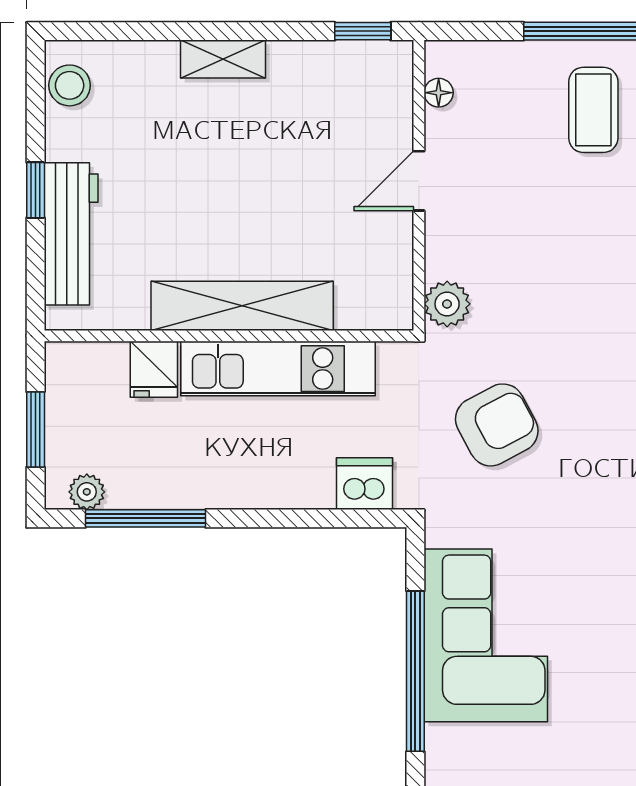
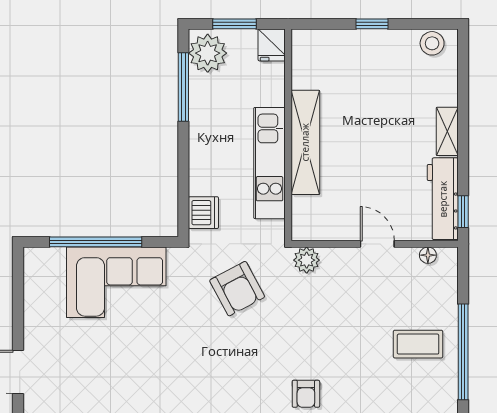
workbench: (71, 234) -> (443, 199), moved, turned 90
fridge: (154, 369) -> (272, 45), moved, turned -90
plant: (87, 492) -> (208, 53), width x1.88, depth x1.88

